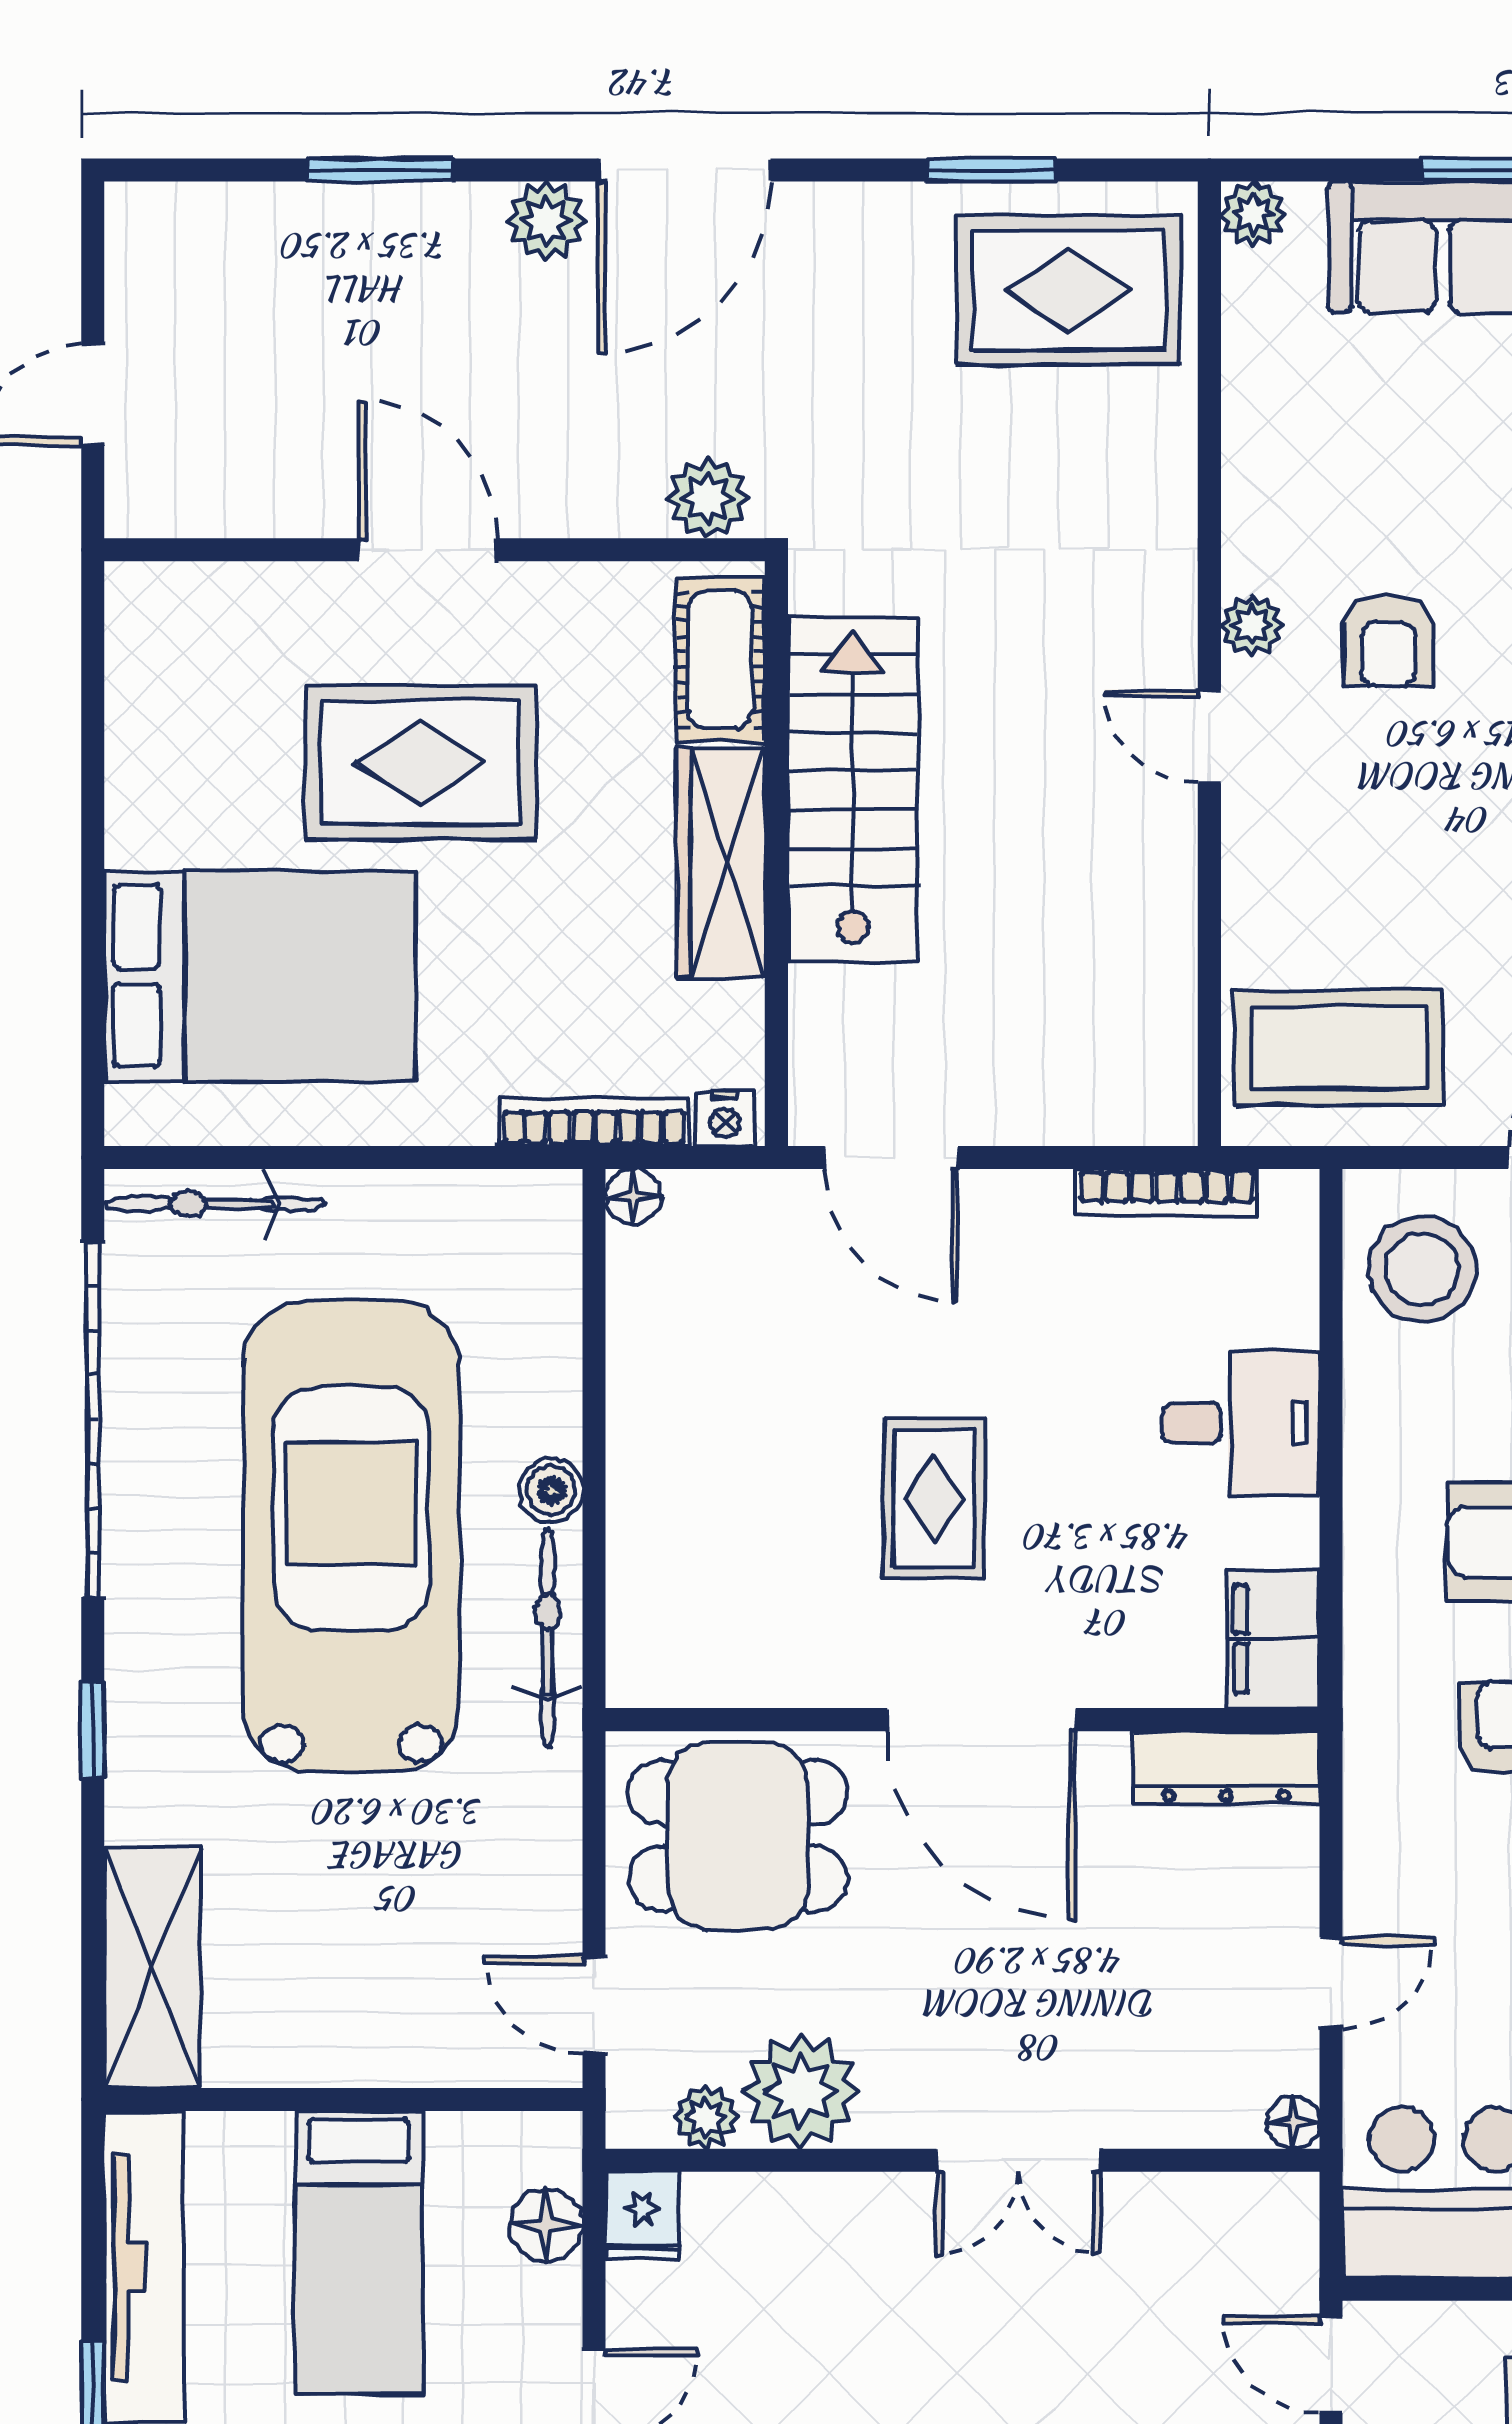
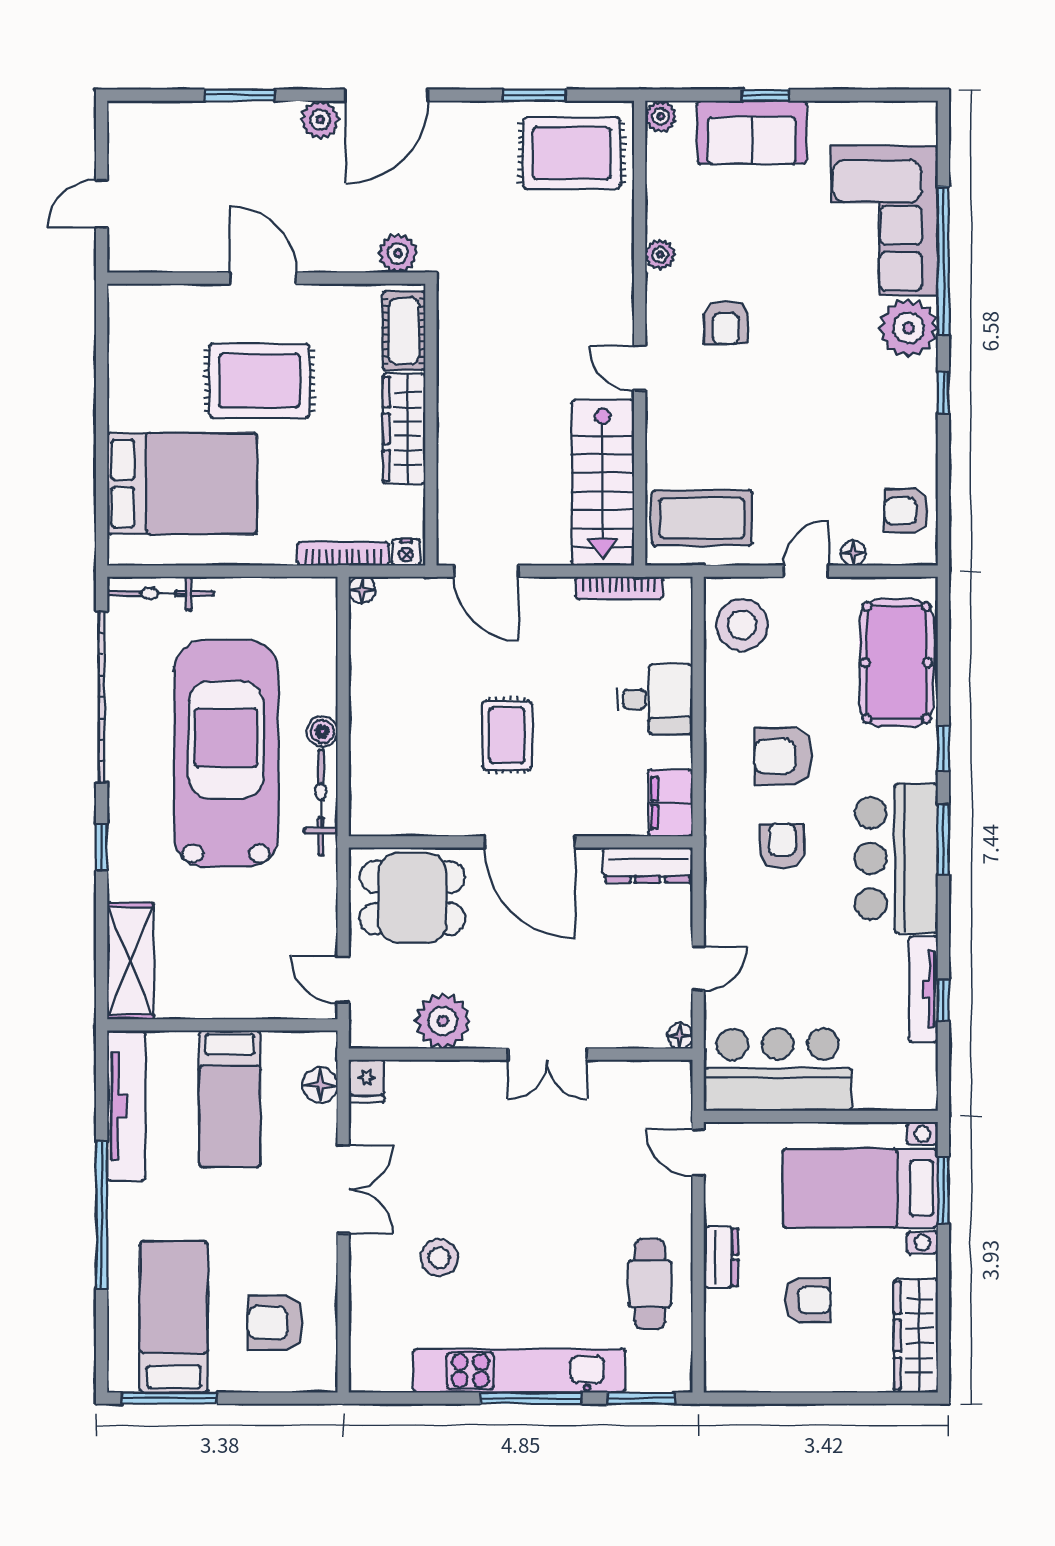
plant: (1252, 625) -> (660, 255), moved
stairs: (853, 789) -> (603, 483), moved, turned 180
plant: (706, 2117) -> (397, 1033), removed

